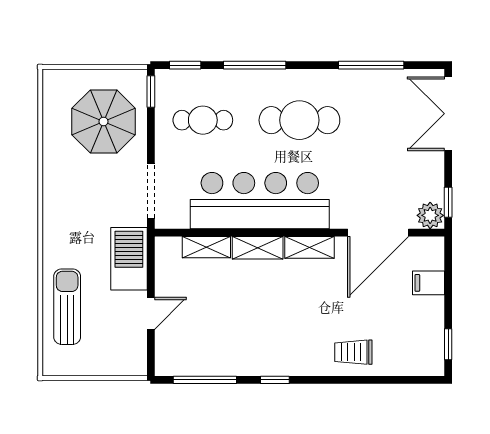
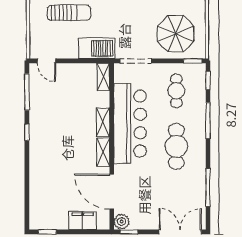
shelving: (206, 247) -> (103, 77), moved
filing cabinet: (428, 283) -> (83, 221), width x2.00
door: (151, 313) -> (46, 61), moved
trolley: (353, 352) -> (43, 177), removed

